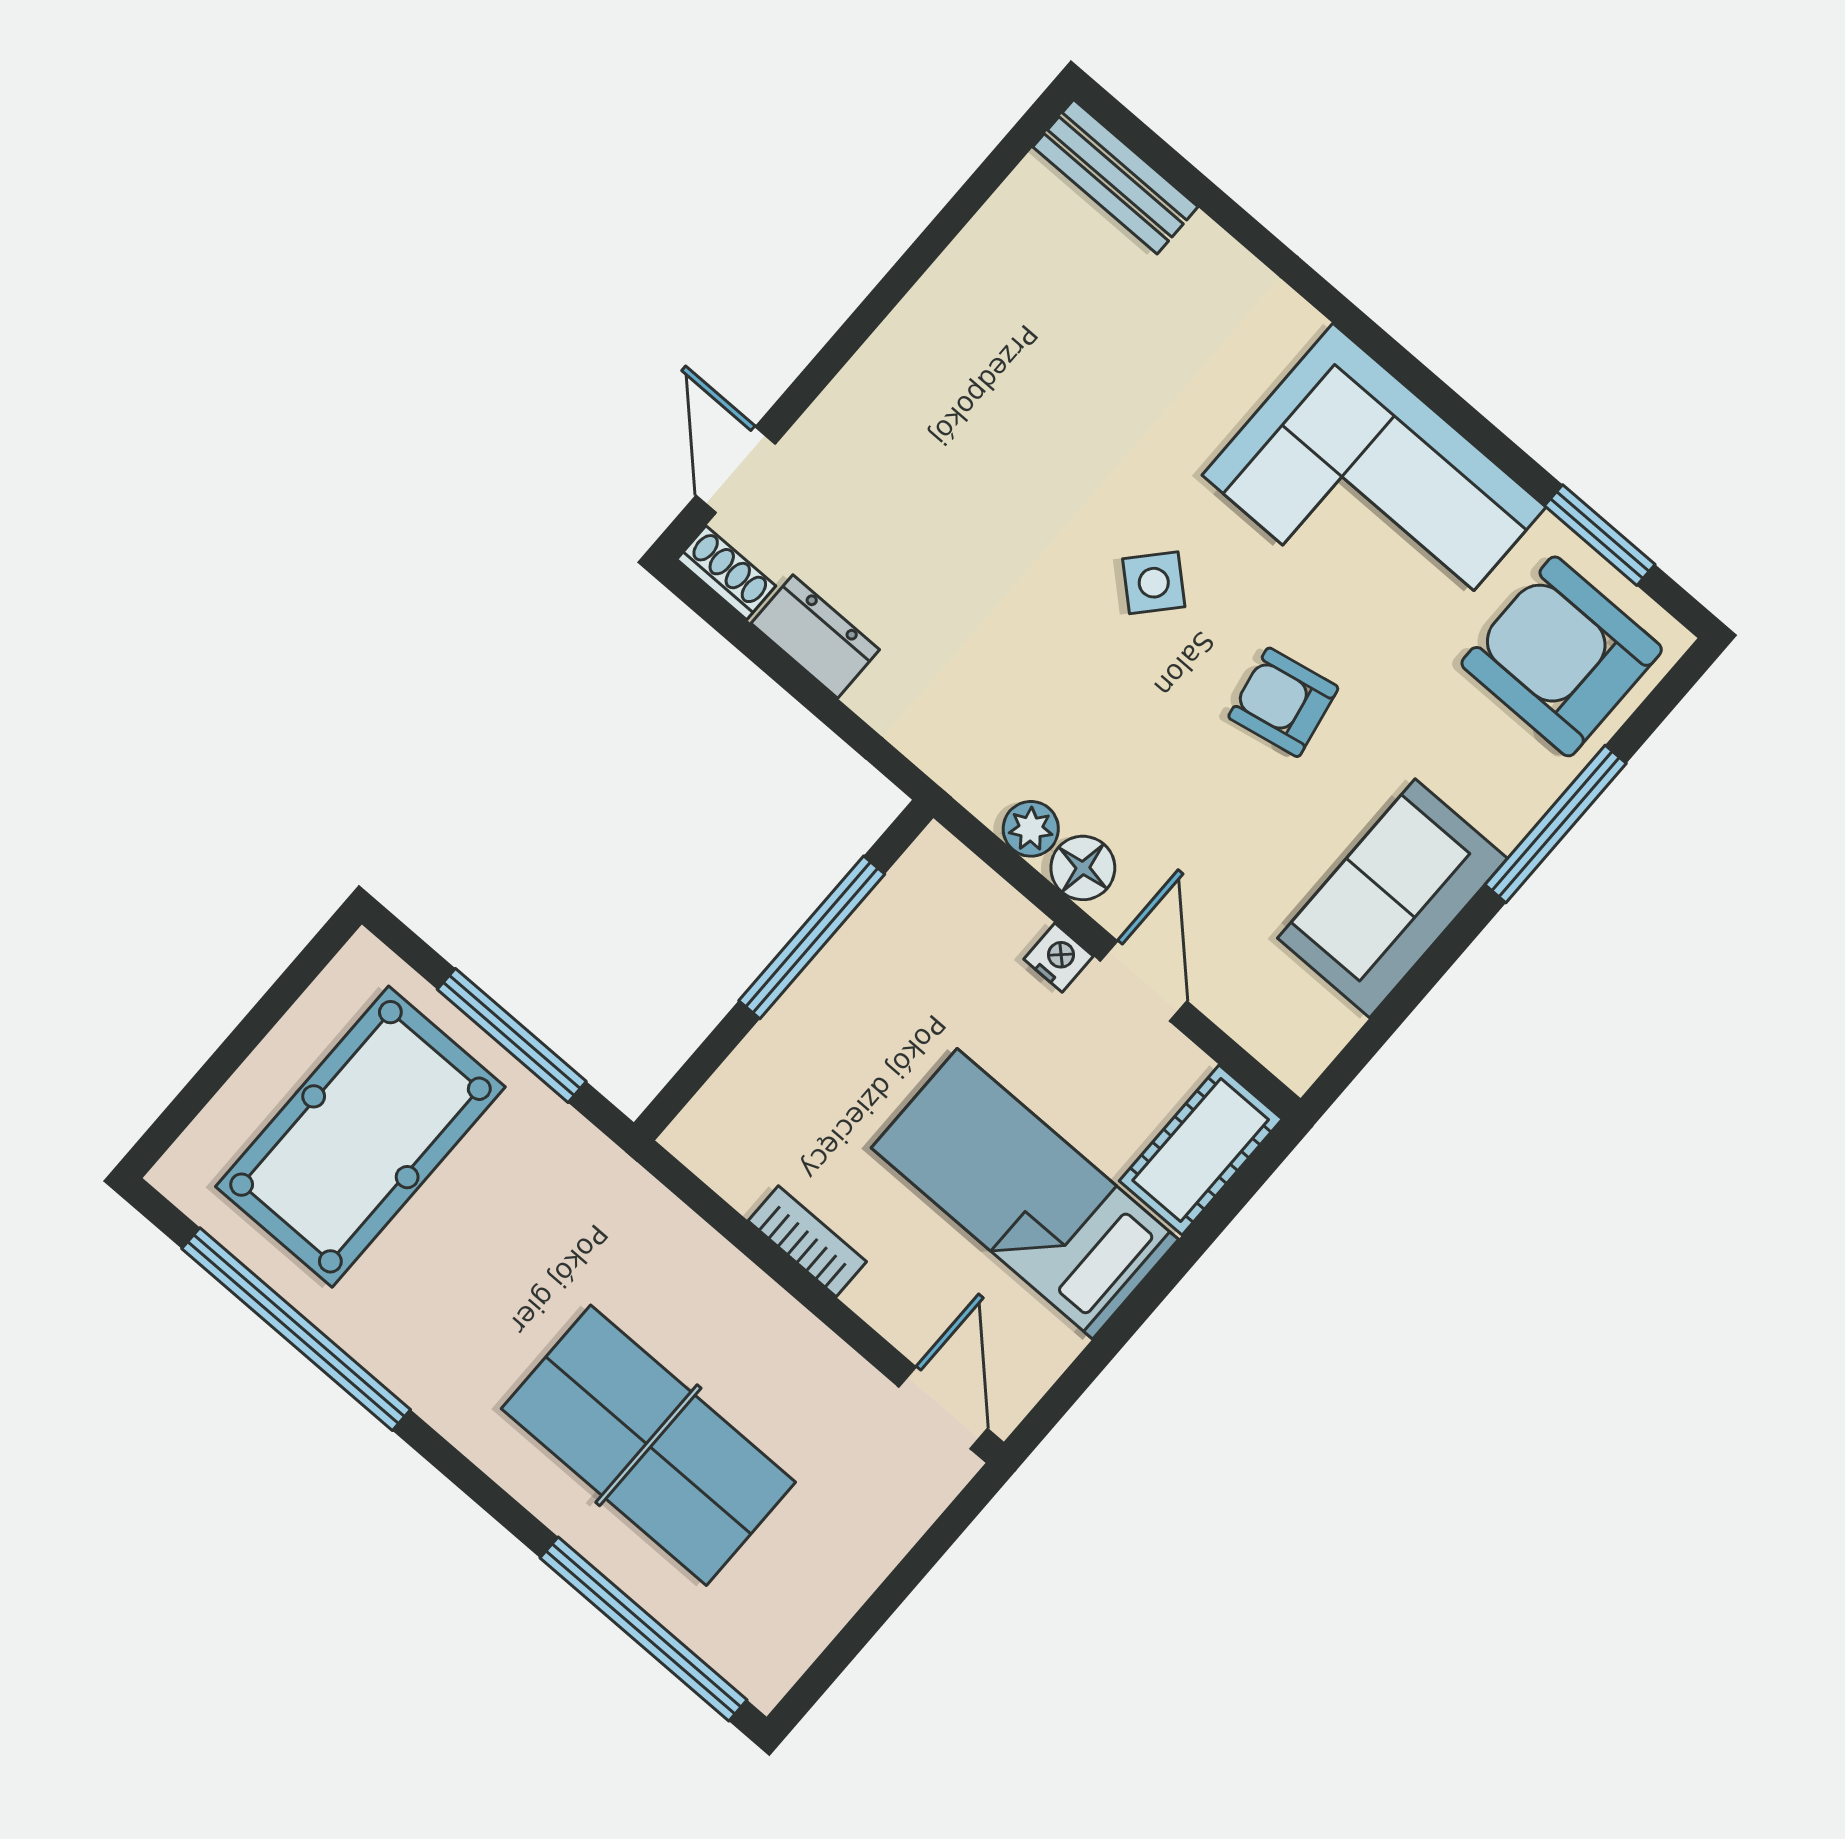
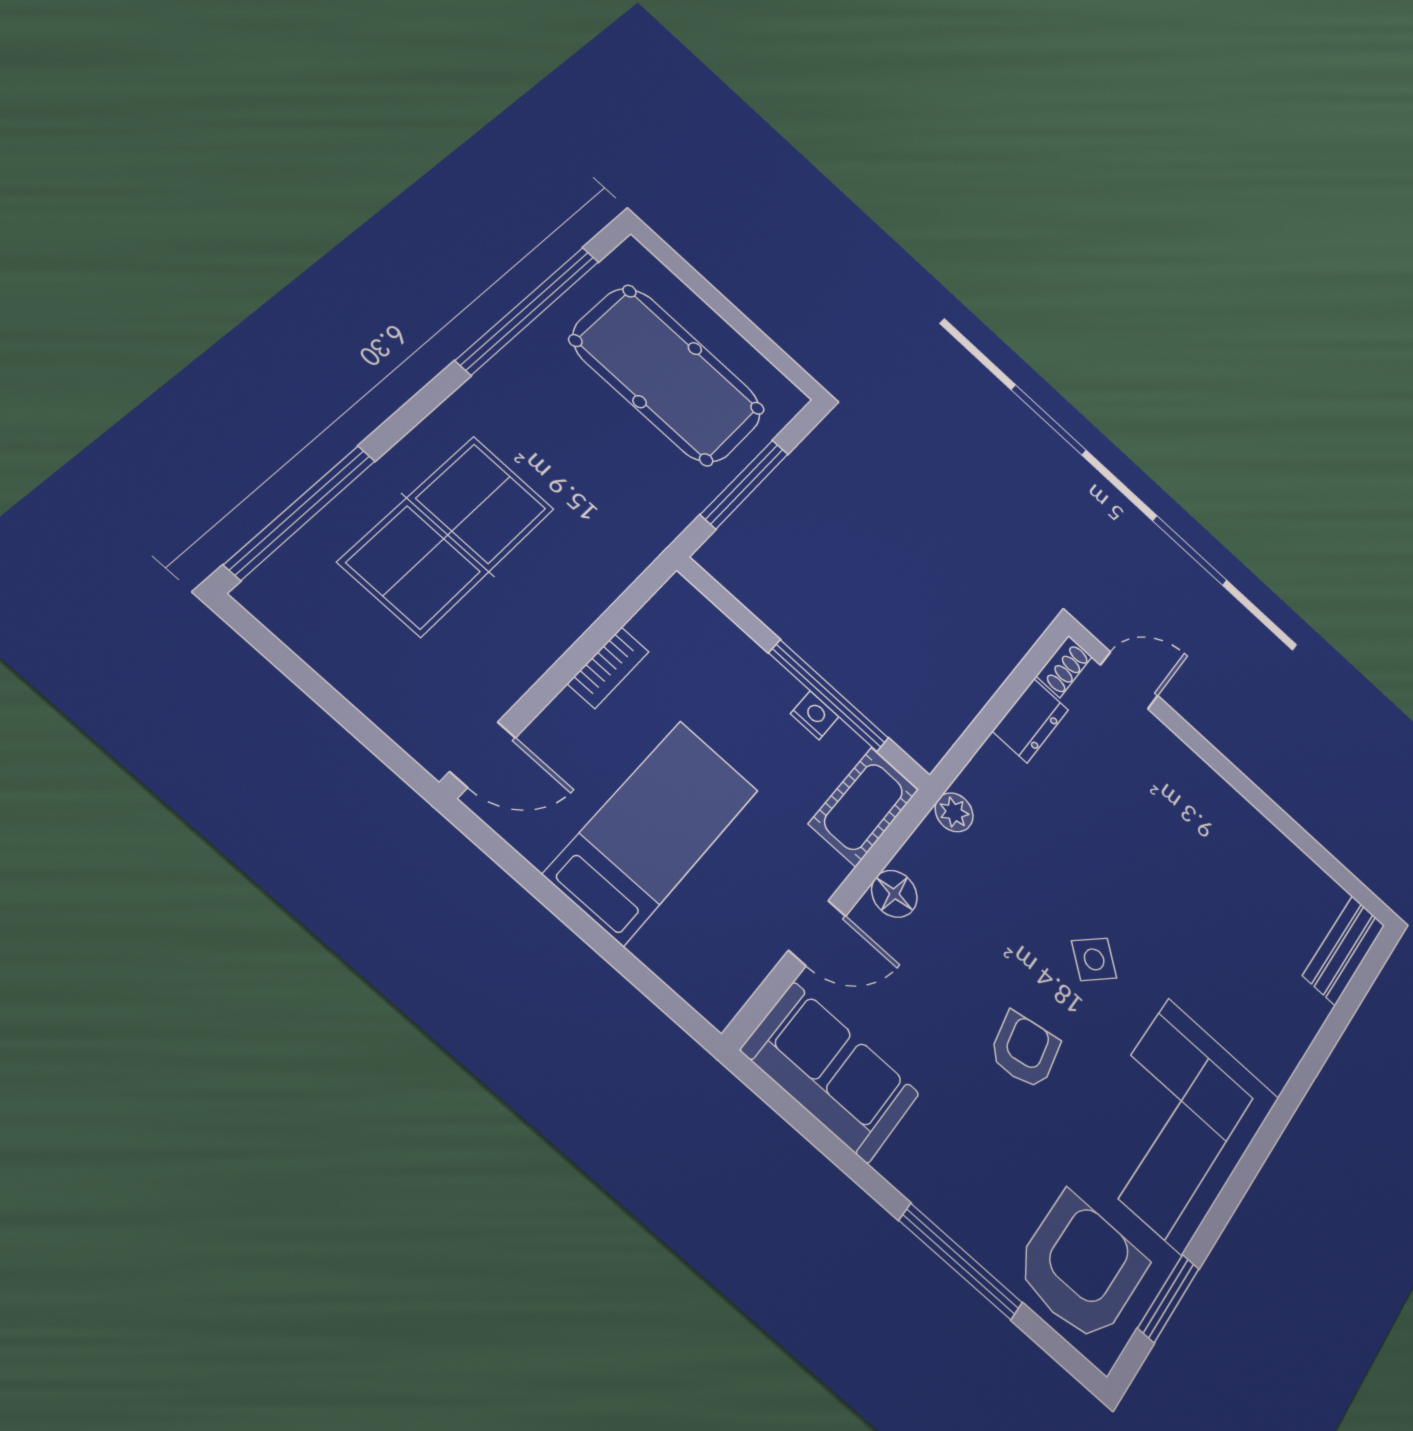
plant: (1031, 829) -> (954, 812), moved
sofa: (1392, 898) -> (830, 1072), moved
nightstand: (1058, 958) -> (815, 715), moved, turned -90
cot: (1201, 1150) -> (864, 807), moved, turned 90

